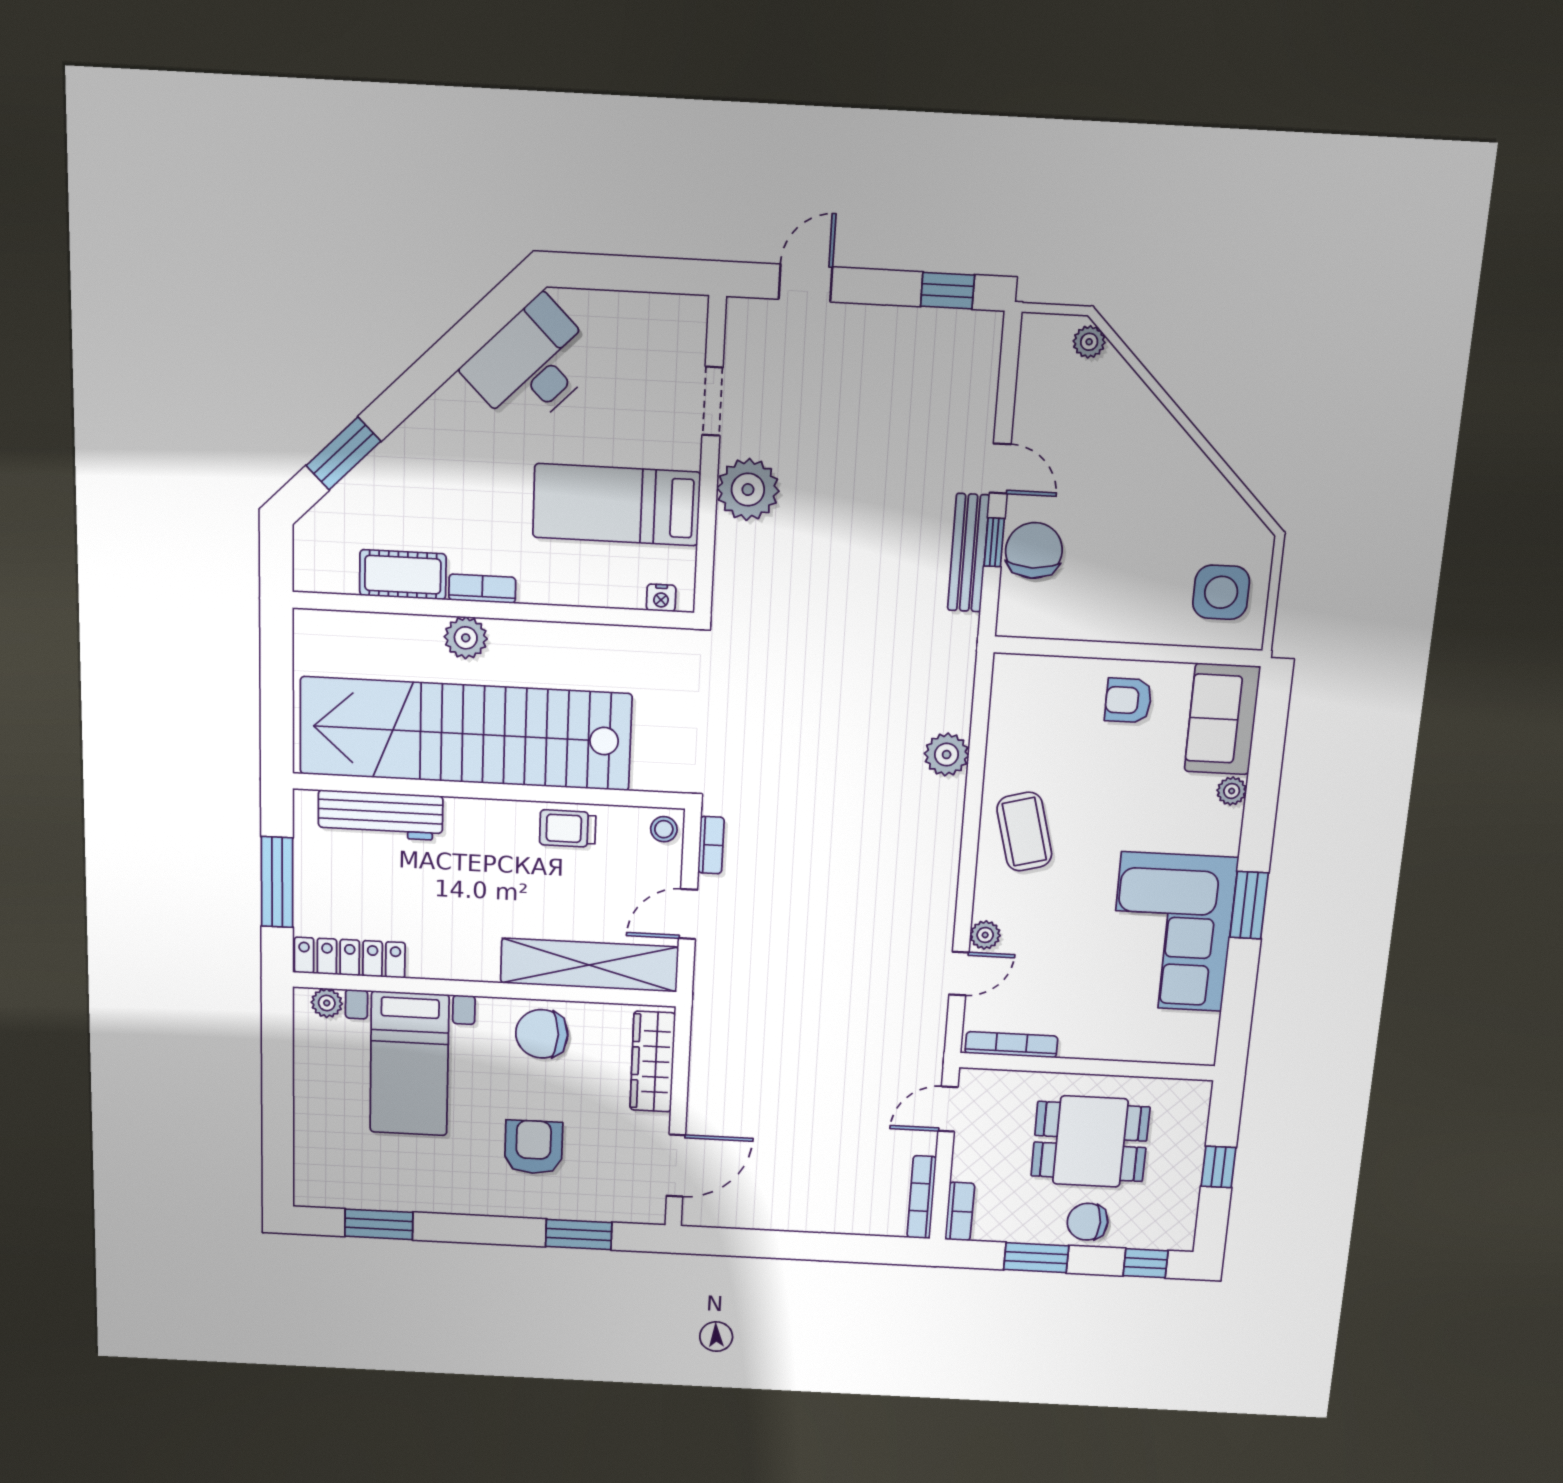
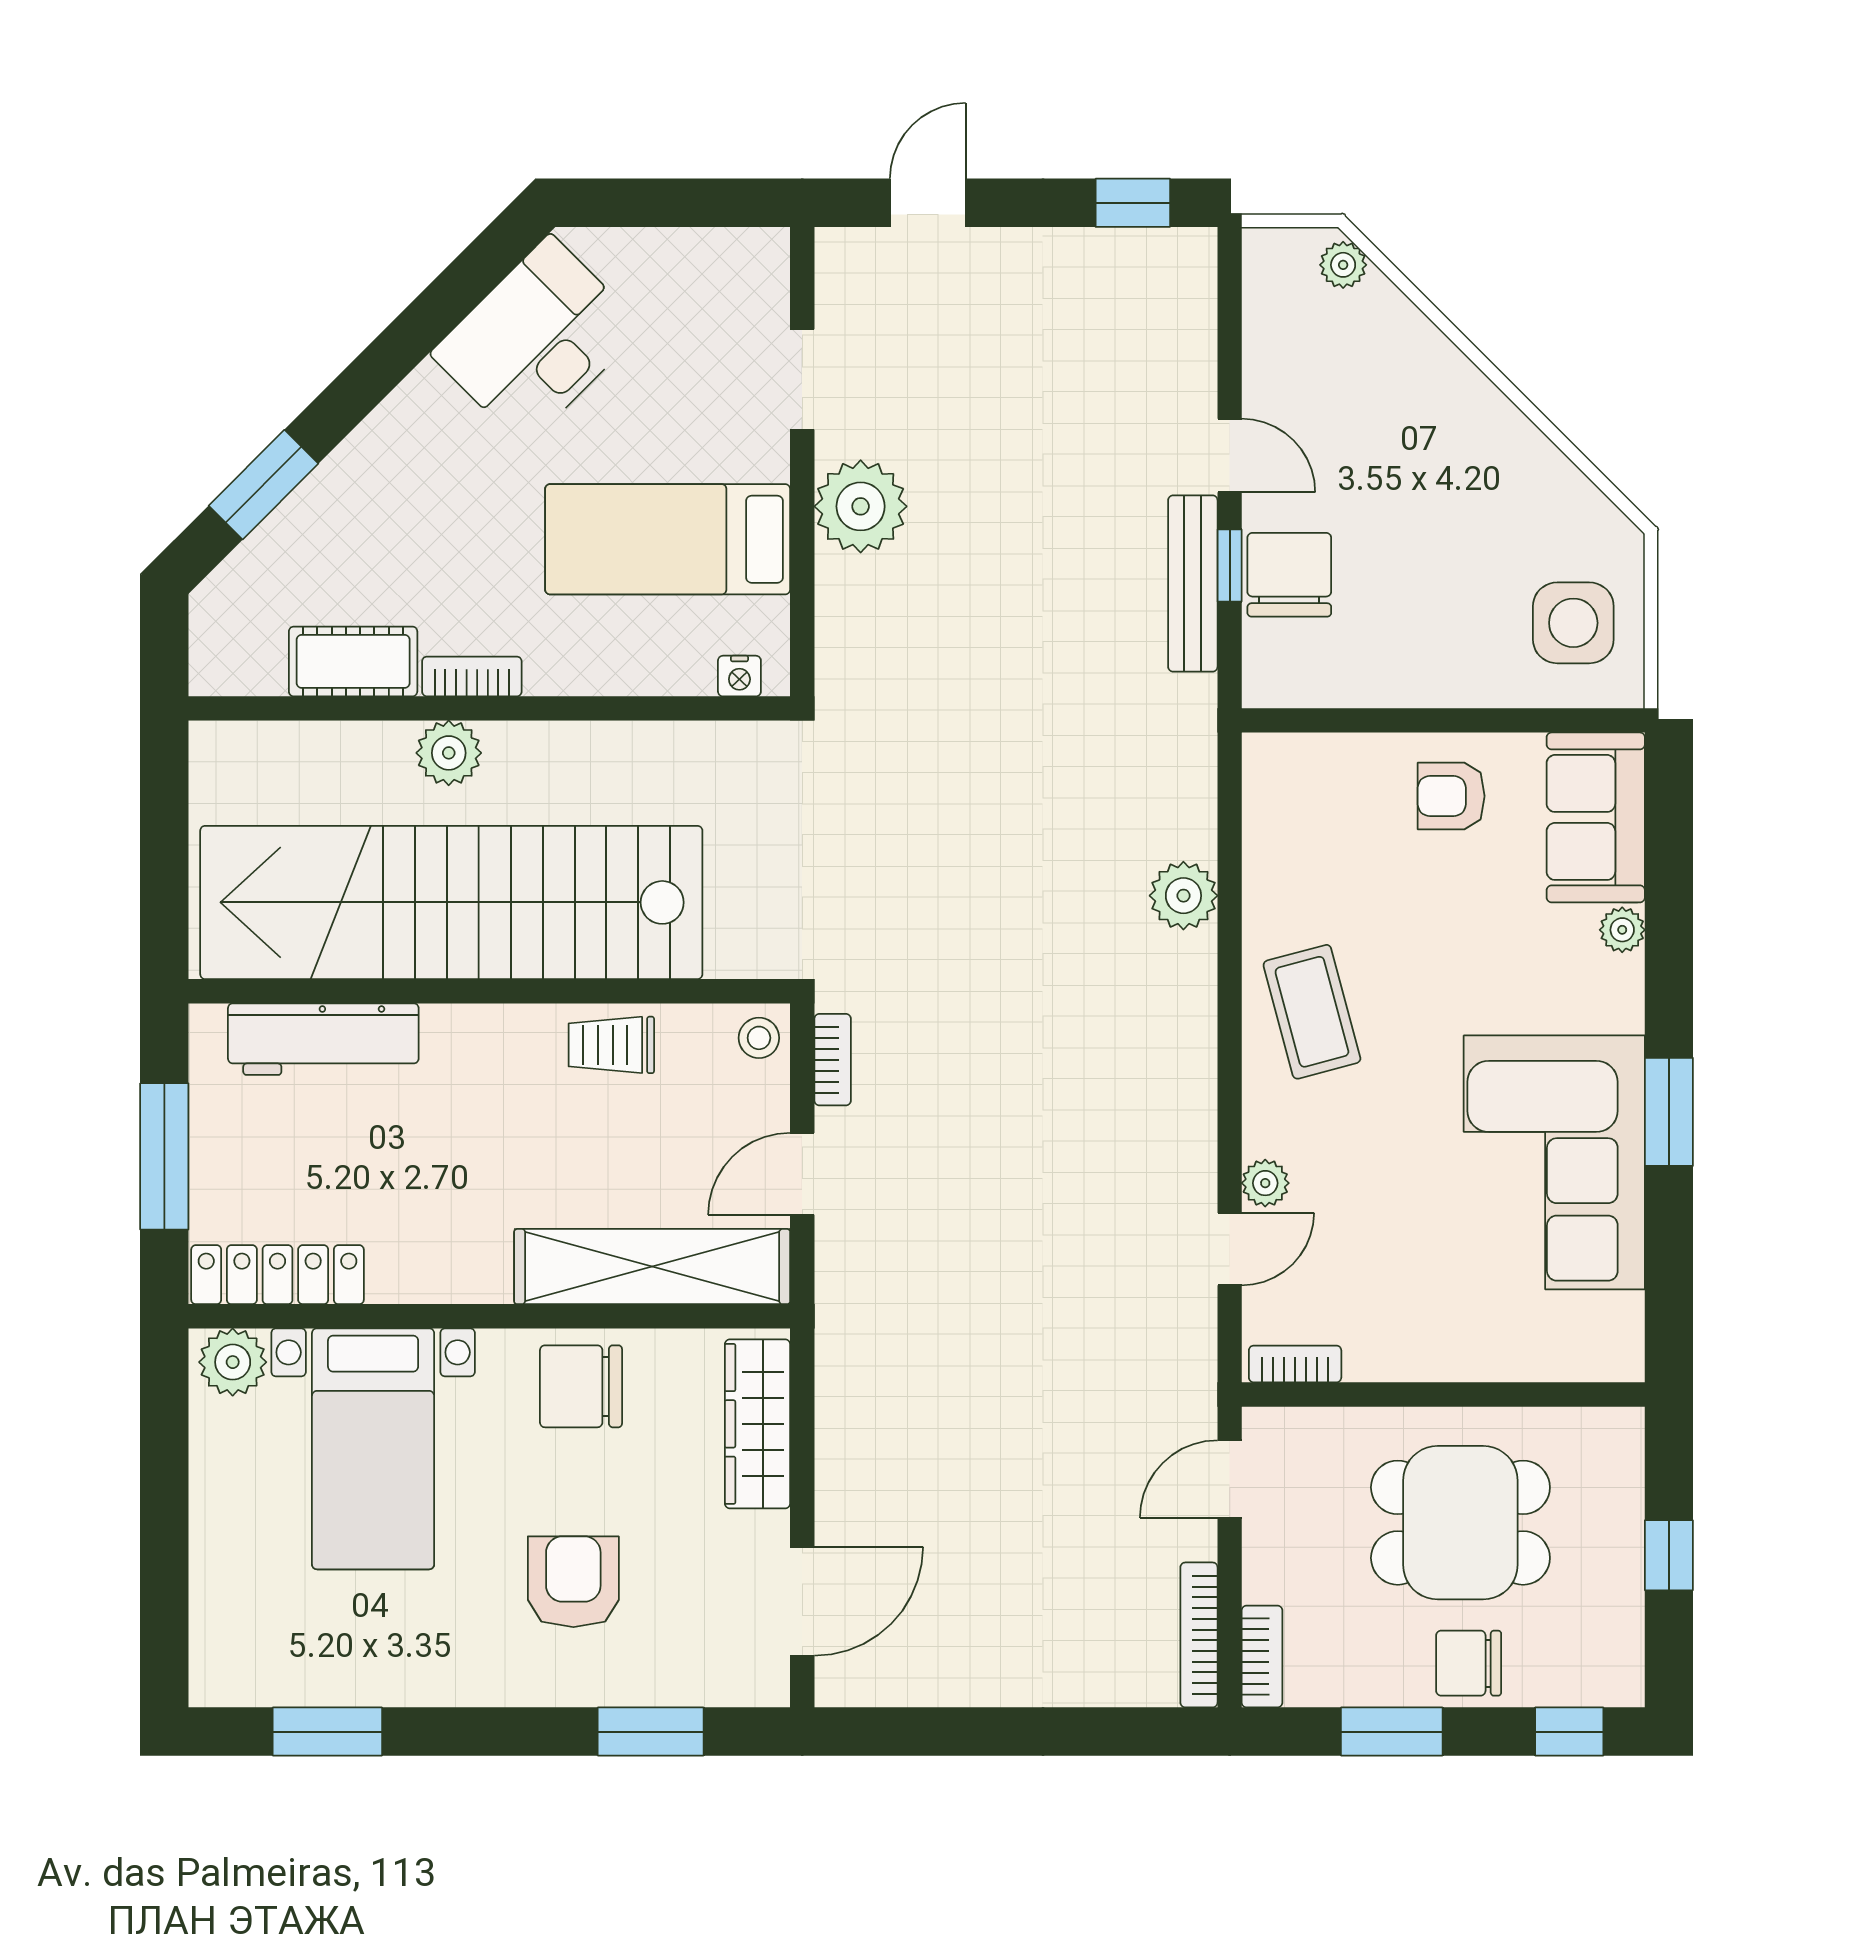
plant: (327, 1003) -> (233, 1362), width x1.38, depth x1.38
bookcase: (1011, 1045) -> (1295, 1364), width x0.64

